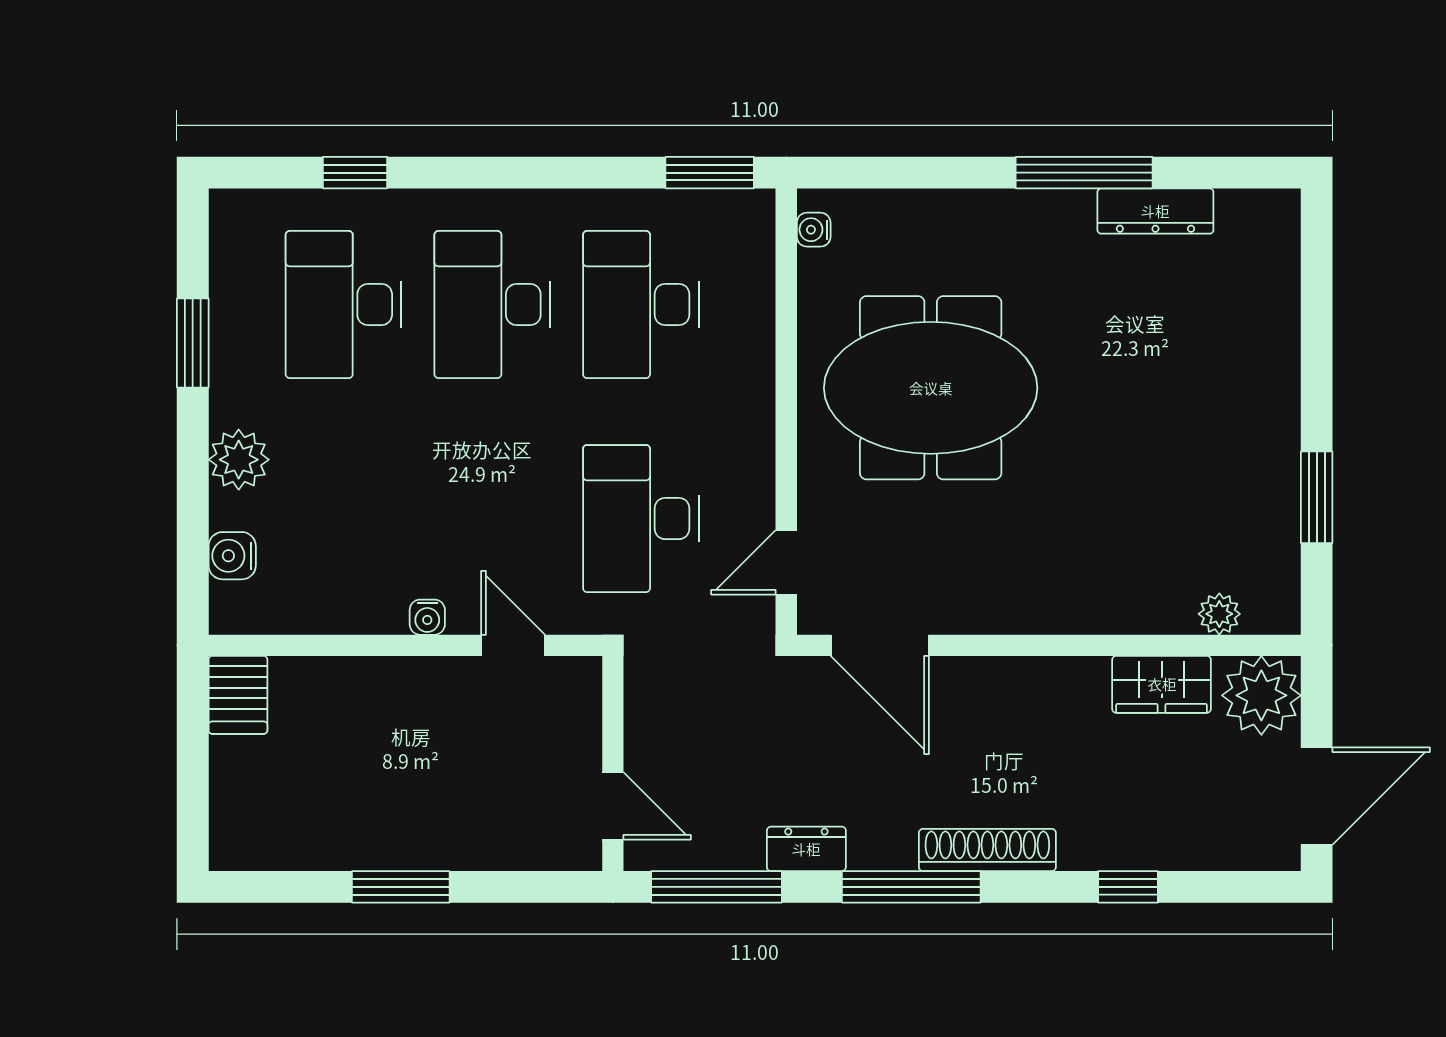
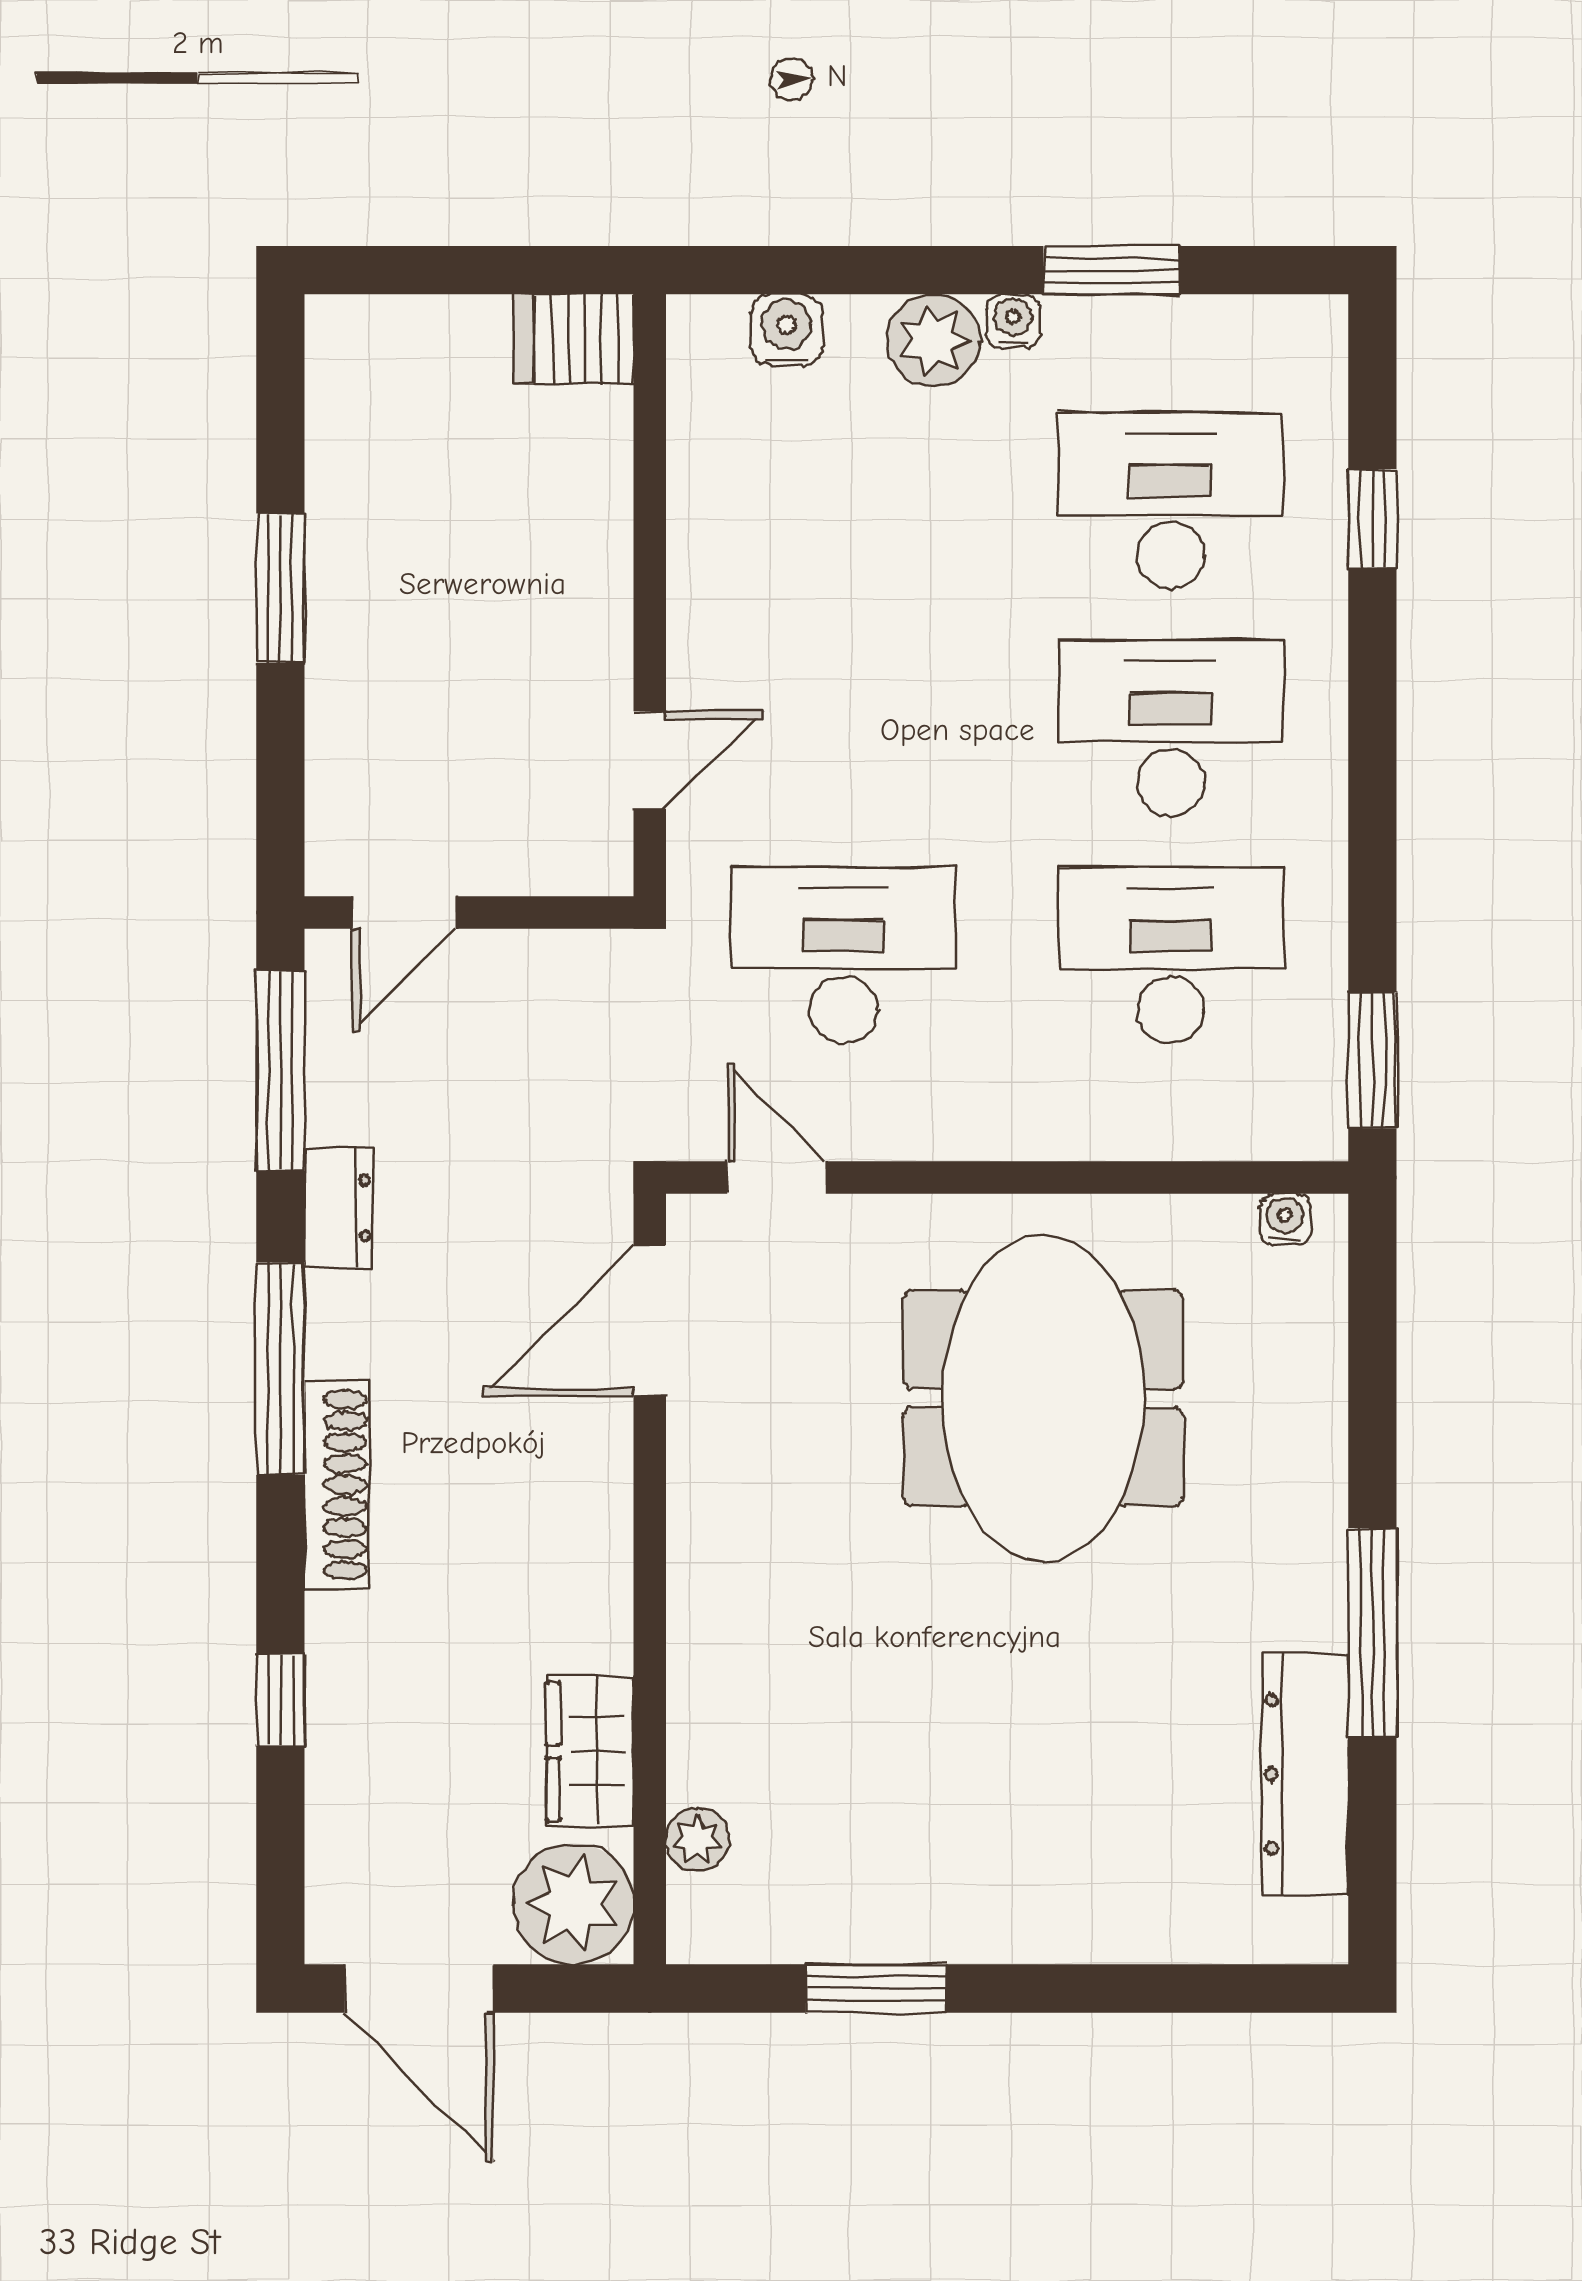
dresser: (1155, 211) -> (1305, 1774), width x1.37, depth x1.24
water cooler: (427, 617) -> (1013, 321), moved, turned 90

